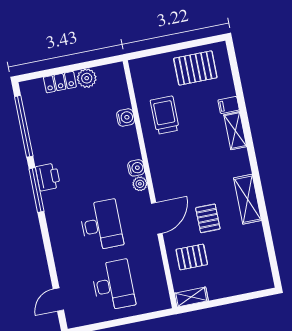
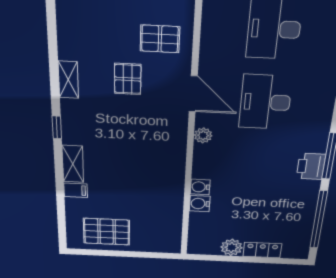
trolley: (165, 115) -> (153, 196), removed
window: (253, 162) -> (57, 127), added
water cooler: (136, 168) -> (200, 187), moved
shelving: (247, 199) -> (68, 80), width x0.67, depth x0.75
door: (157, 218) -> (193, 94), swing flipped

